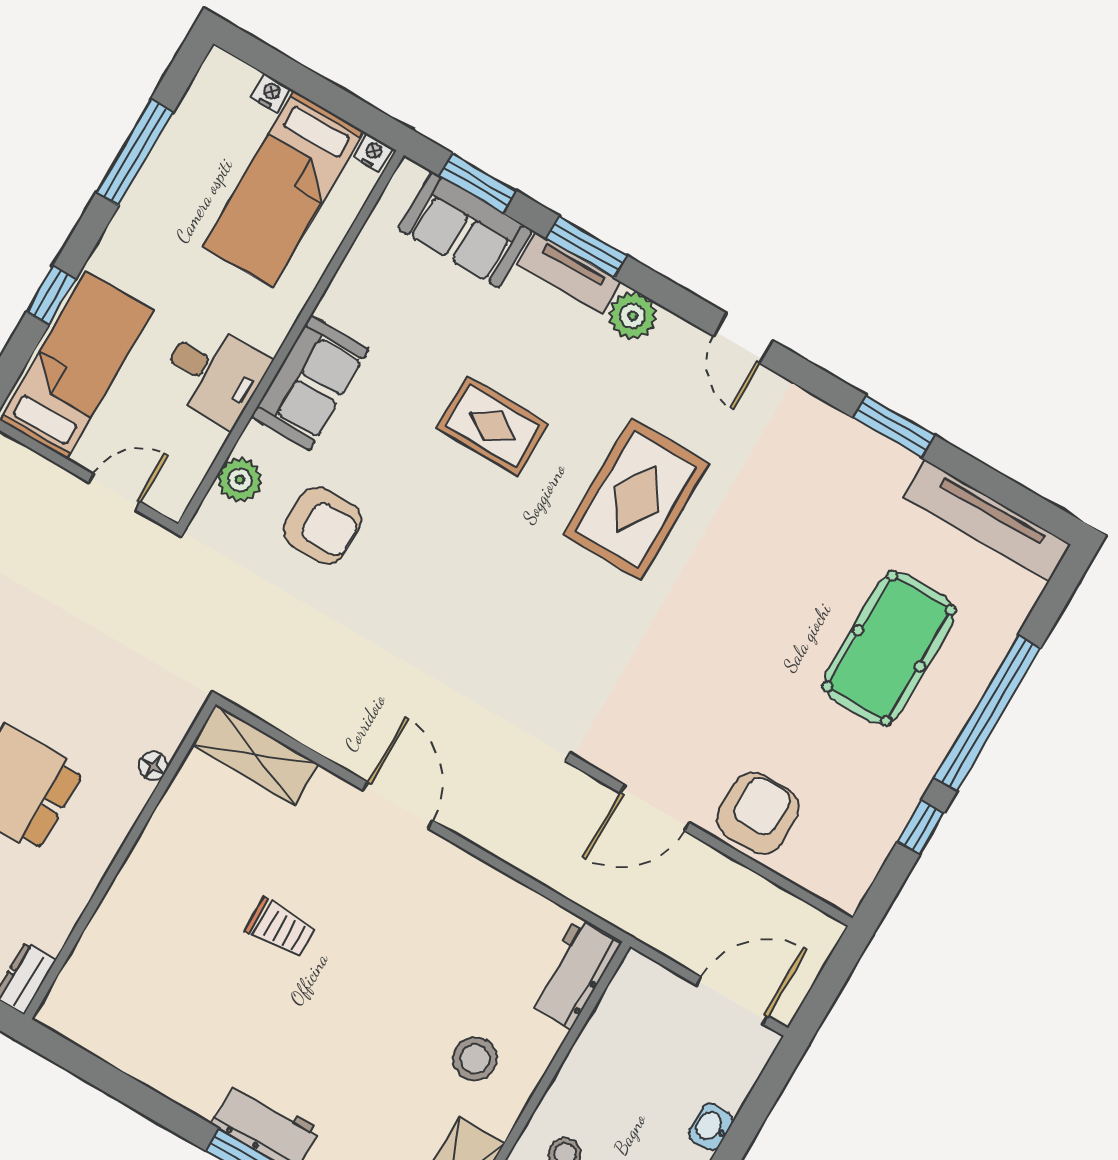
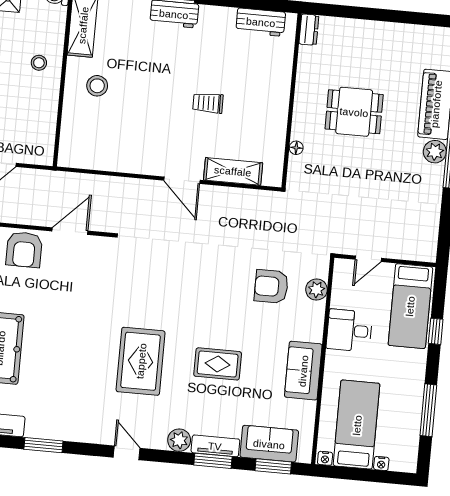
sofa: (310, 383) -> (303, 371), moved
shelving: (255, 755) -> (233, 171), moved
workbench: (574, 974) -> (261, 22), moved, turned 90

